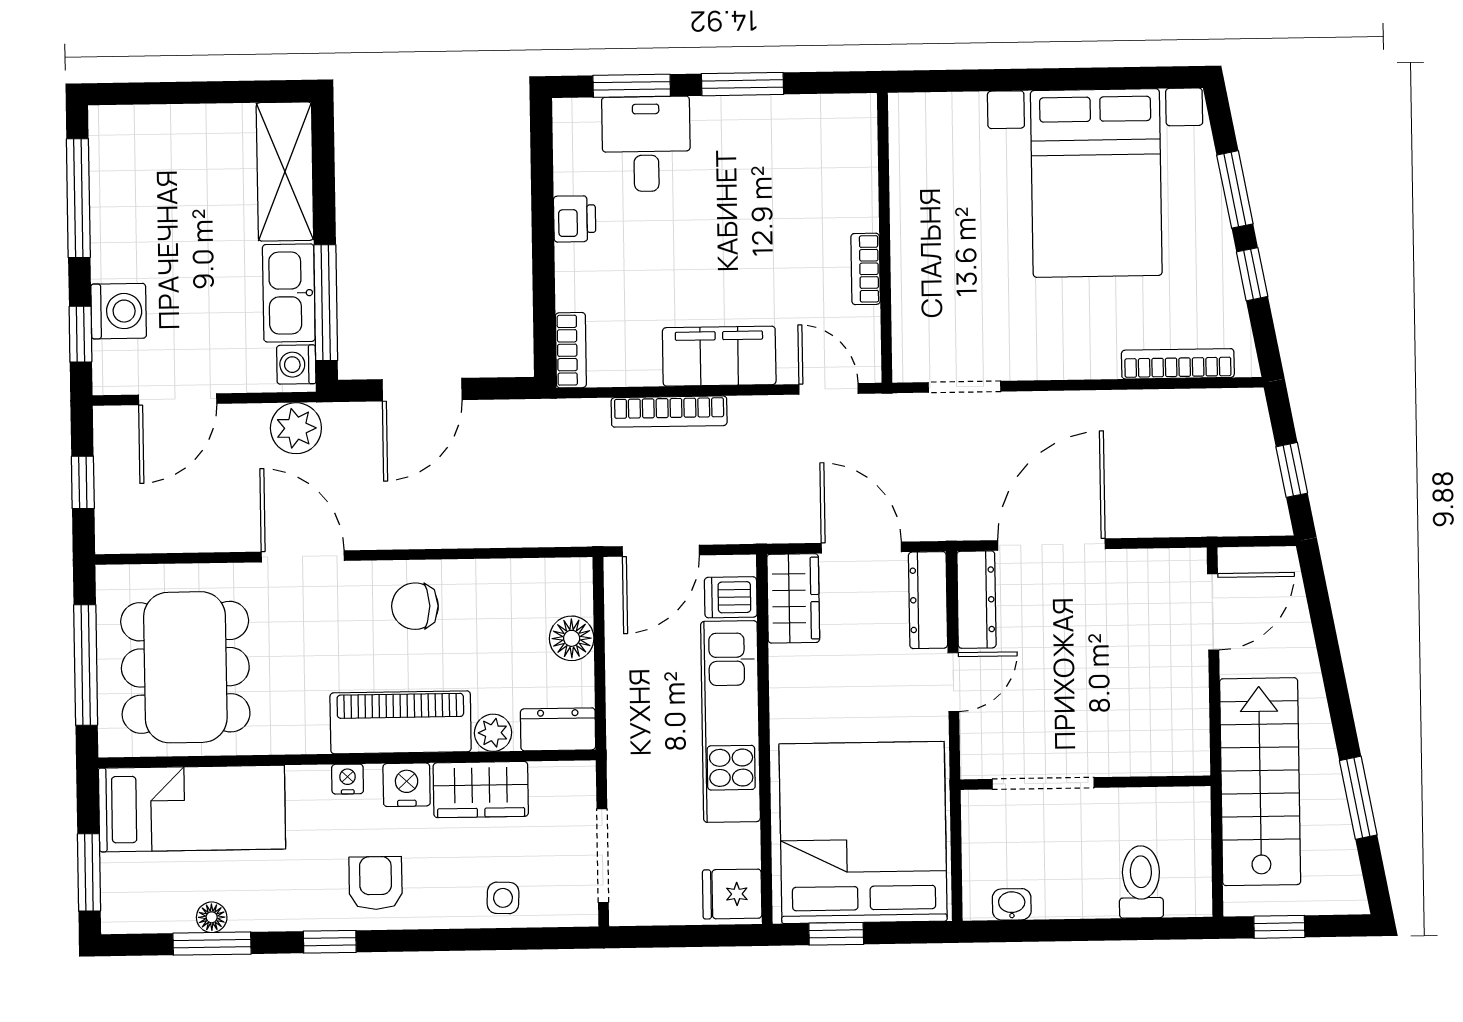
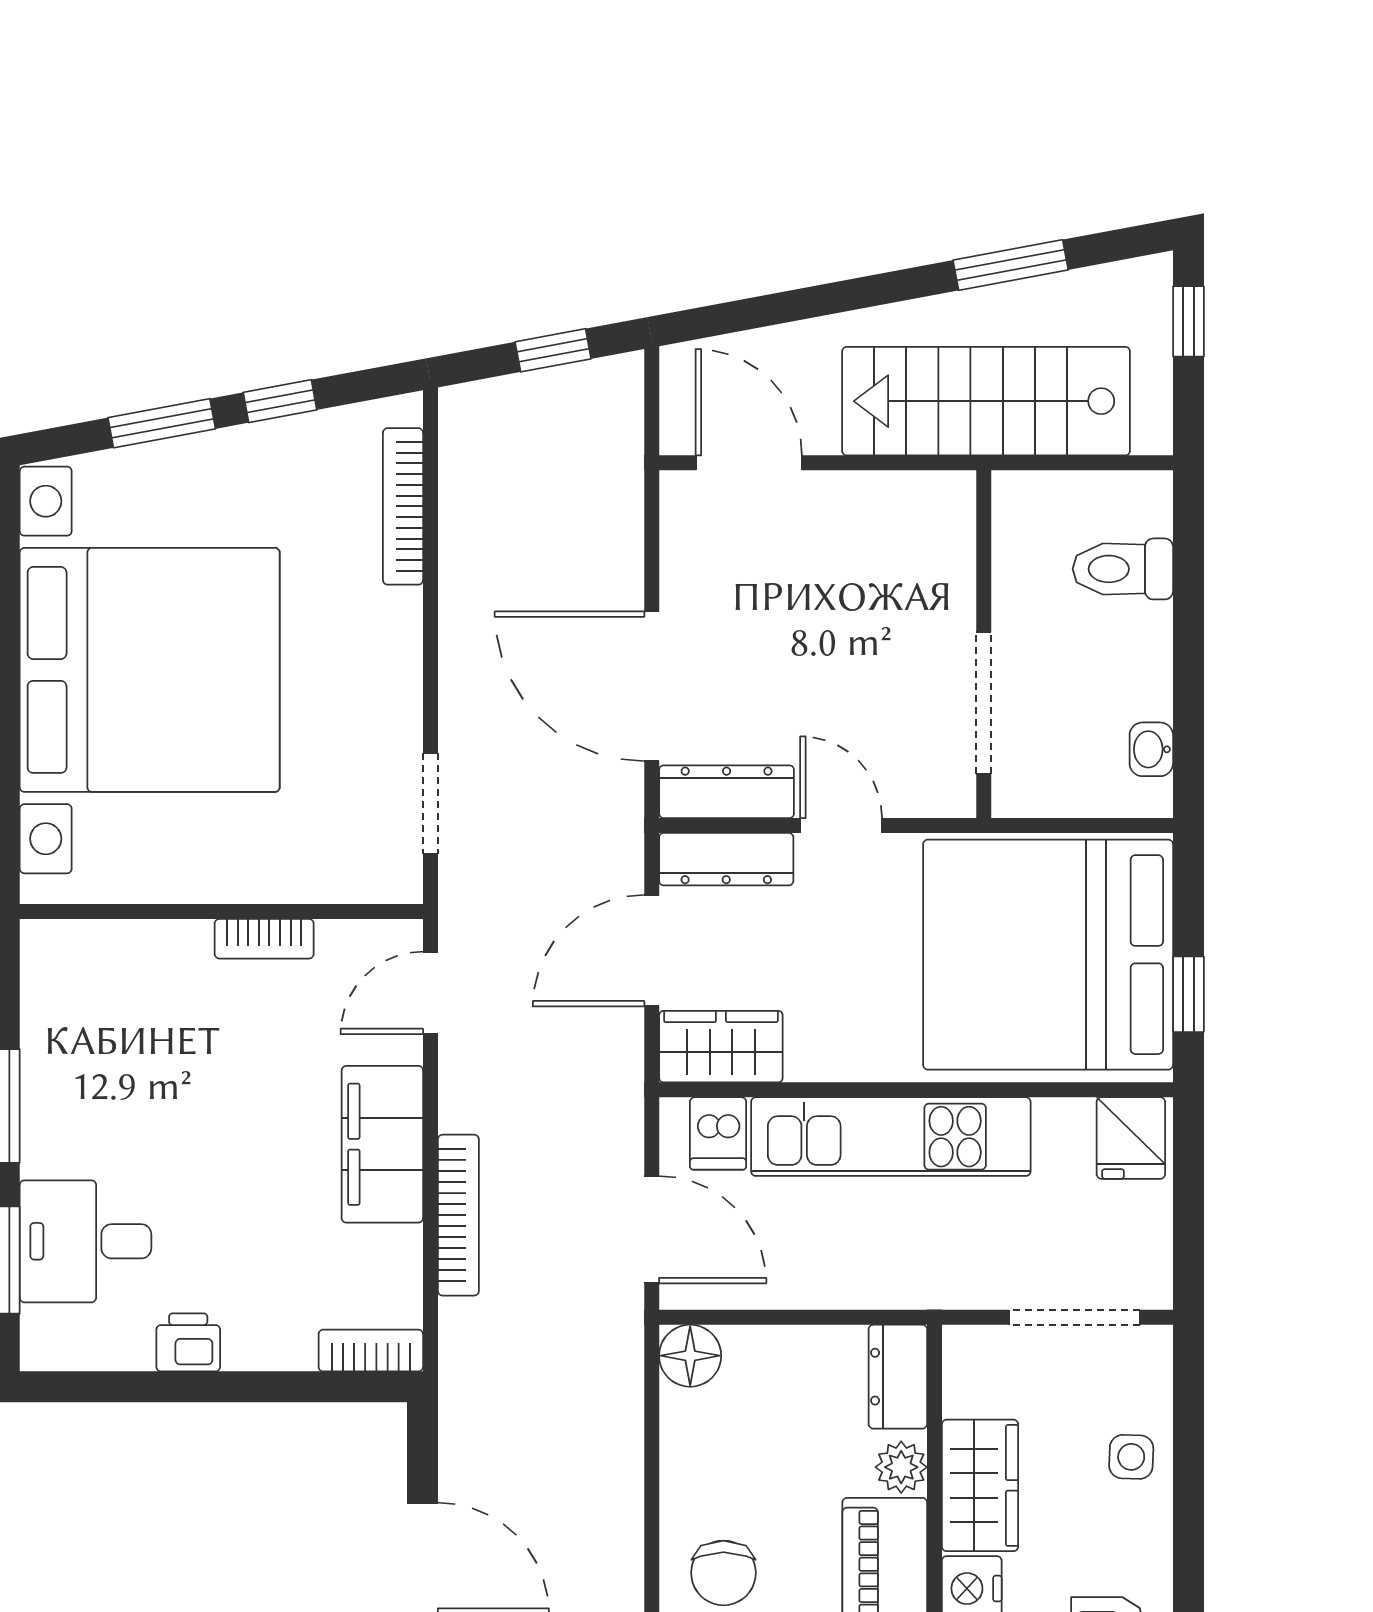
bed with nightstands: (1096, 183) -> (150, 670), width x1.36
floor lamp: (572, 638) -> (690, 1356), moved
window: (1279, 927) -> (1188, 321), moved

